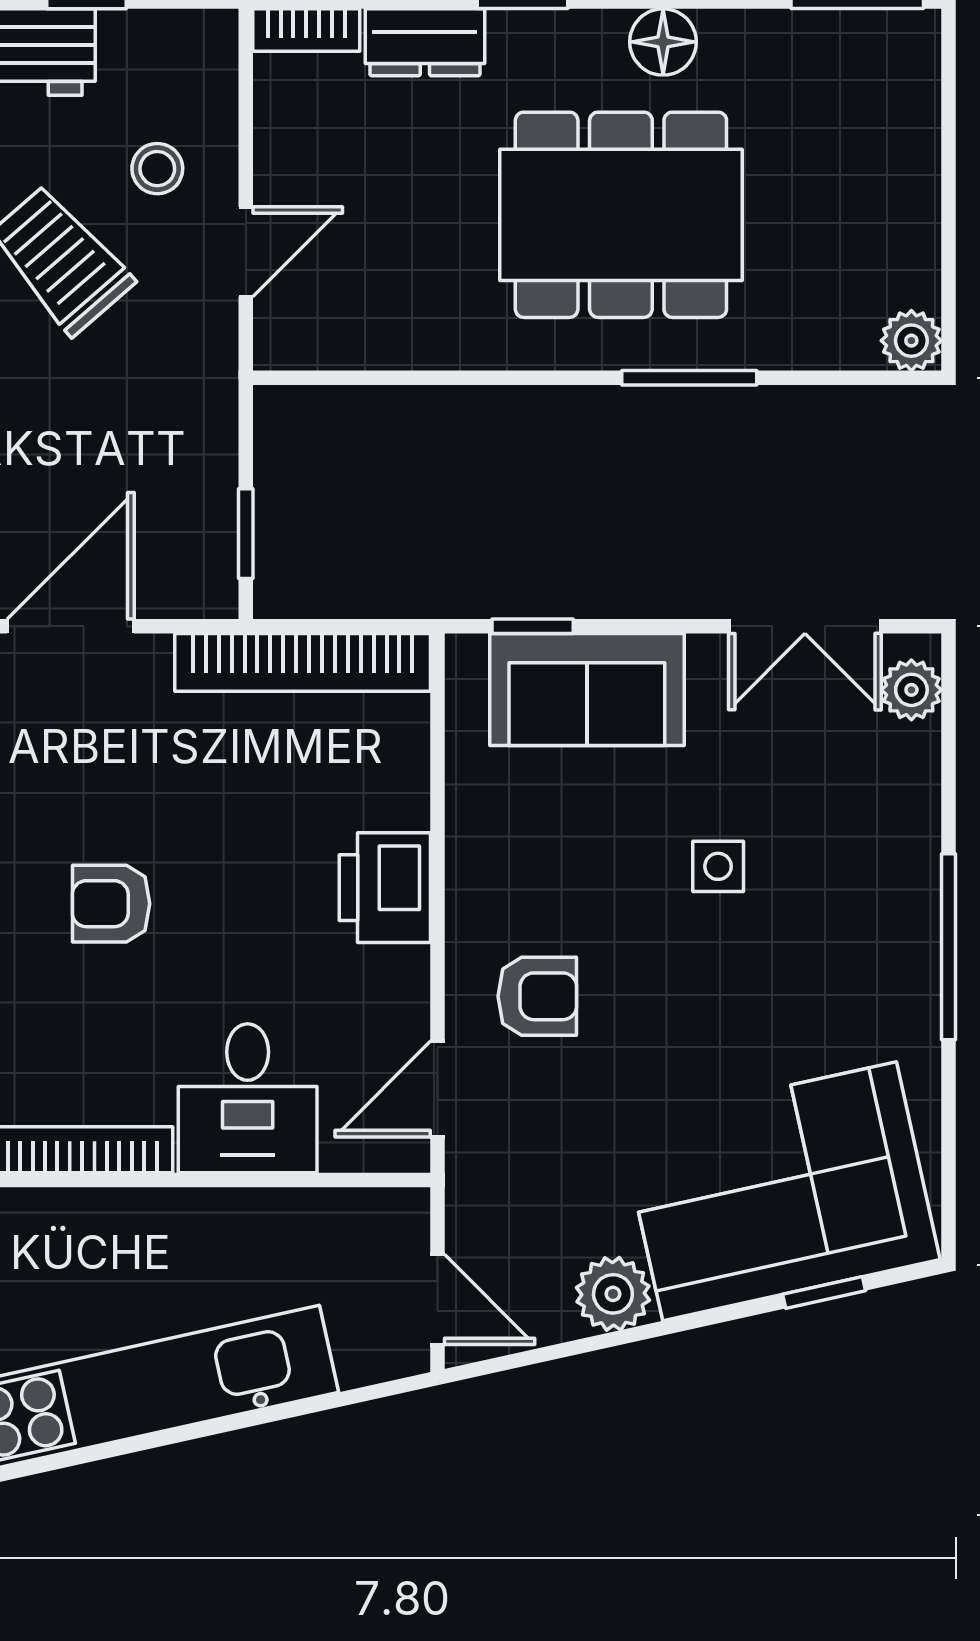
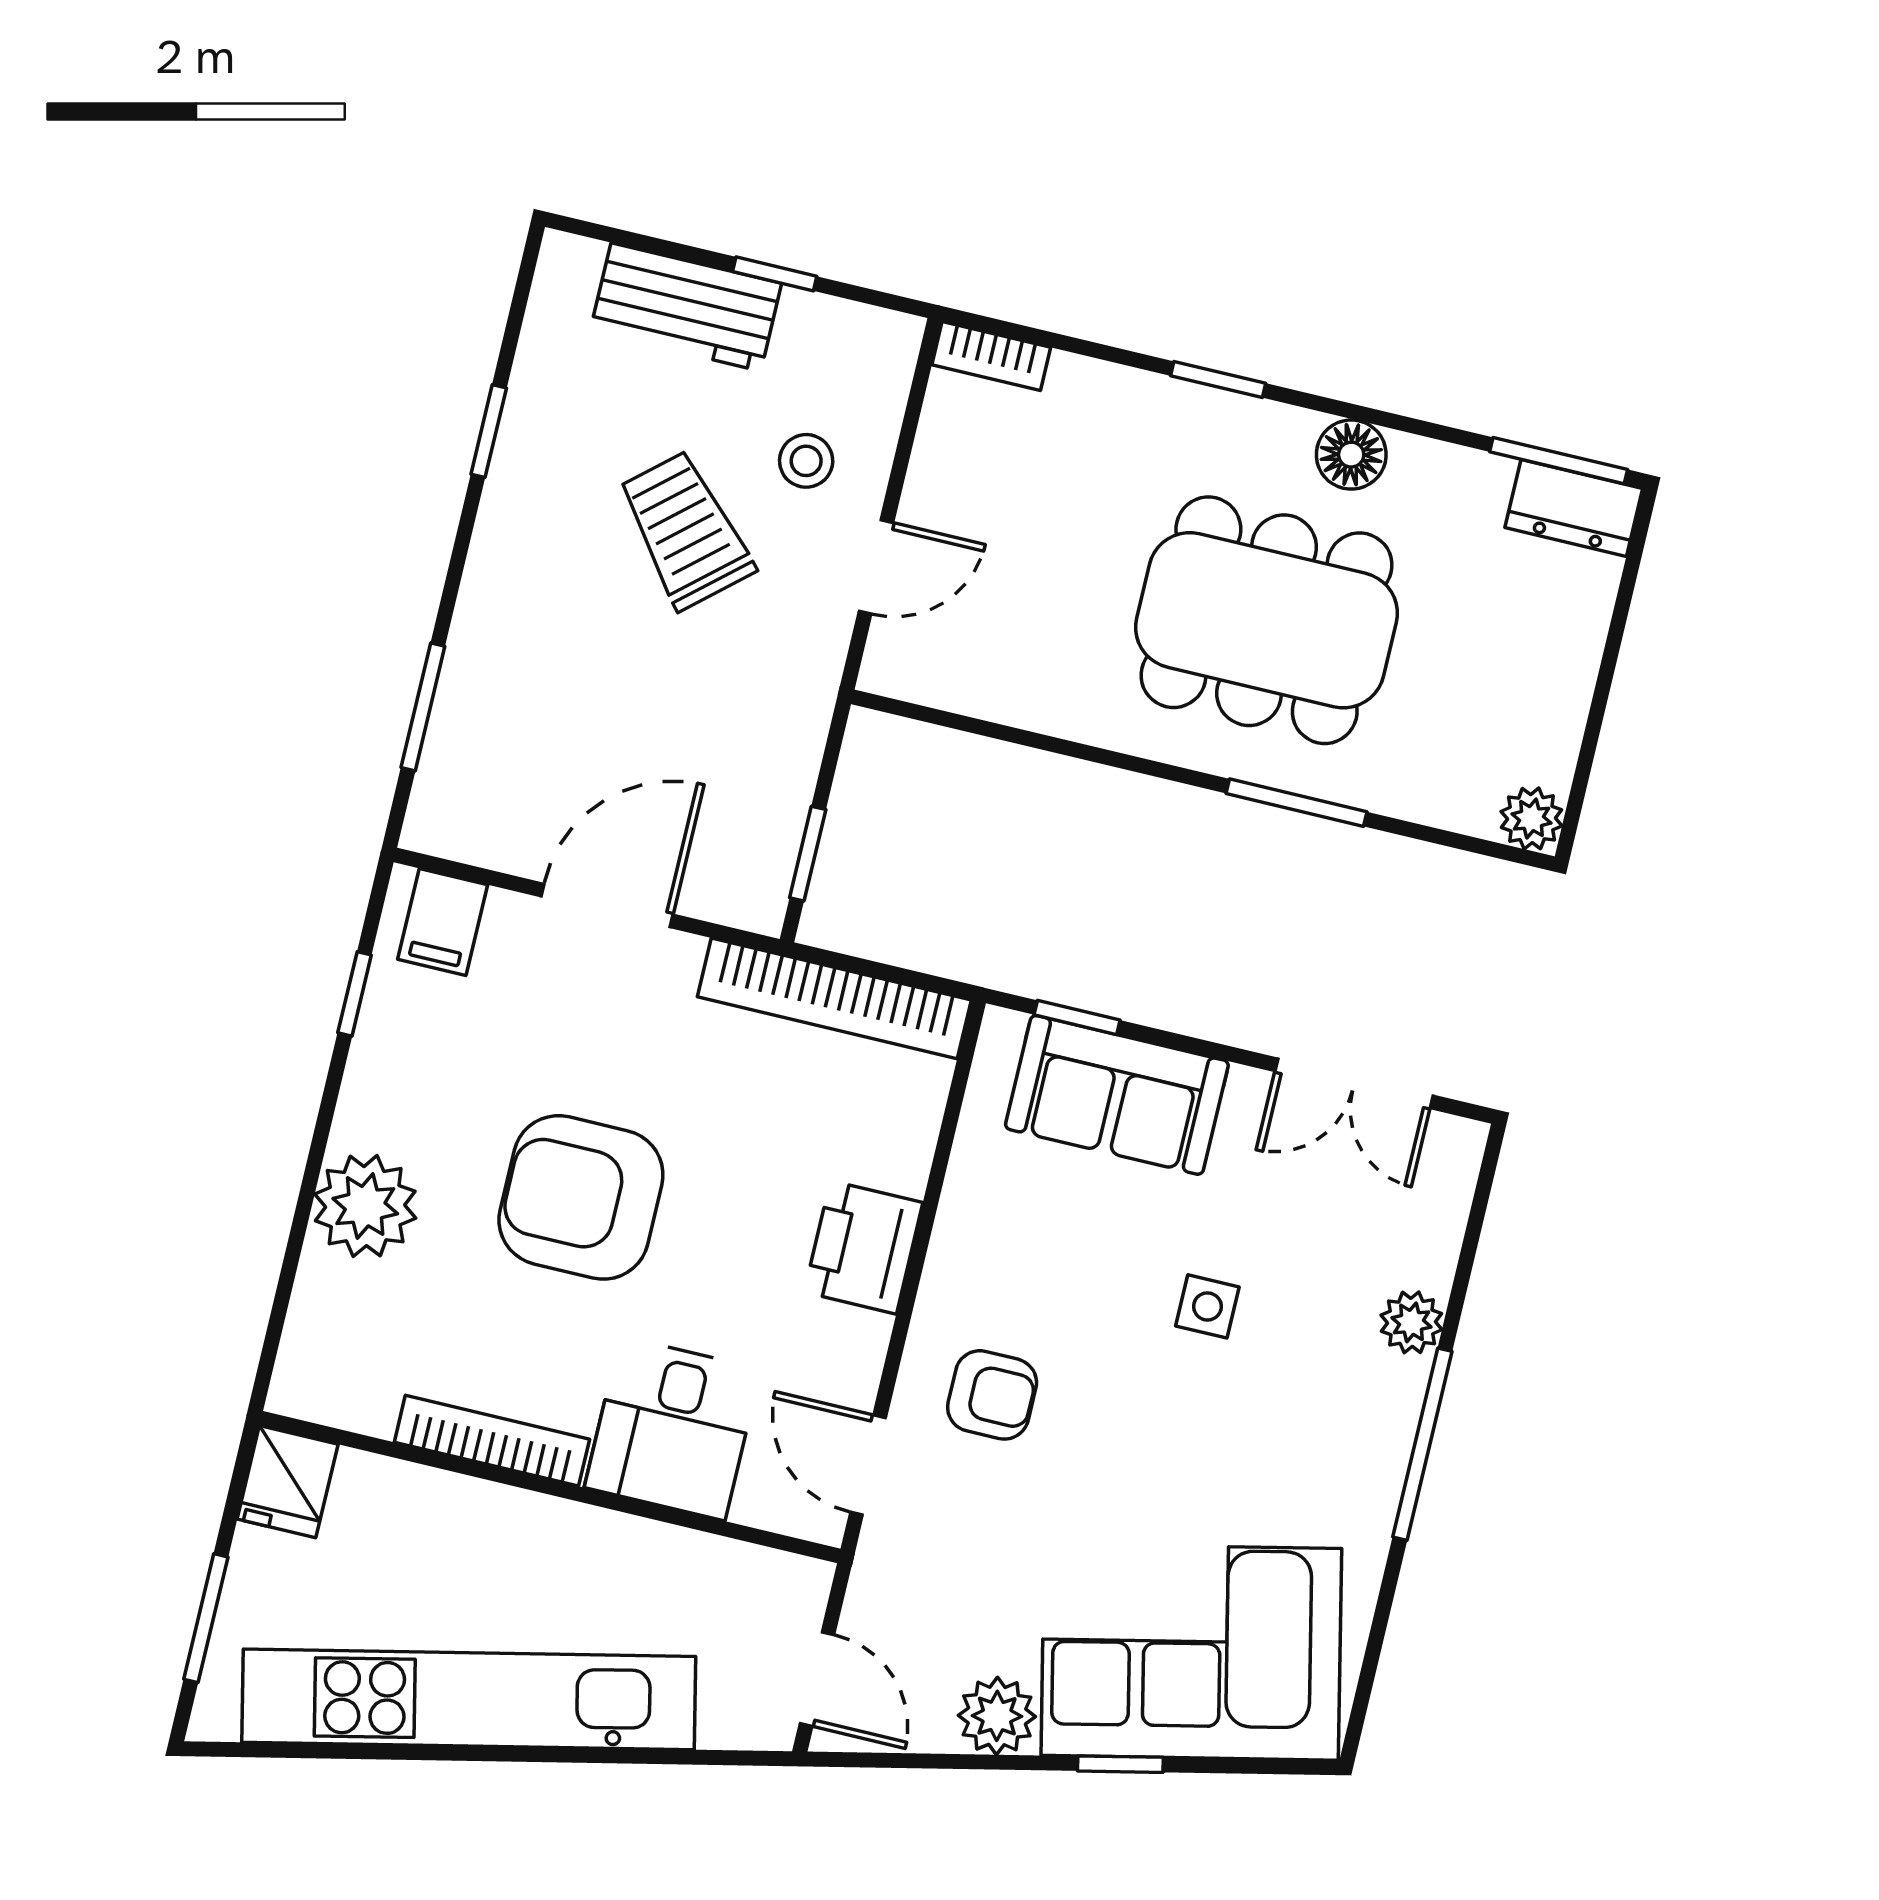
dresser: (425, 42) -> (1574, 508), moved
plant: (911, 690) -> (1411, 1322), moved
armchair: (111, 904) -> (581, 1197), width x1.88, depth x1.88
door: (437, 1089) -> (868, 1465), hinge flipped
window: (824, 1292) -> (1120, 1764), moved

